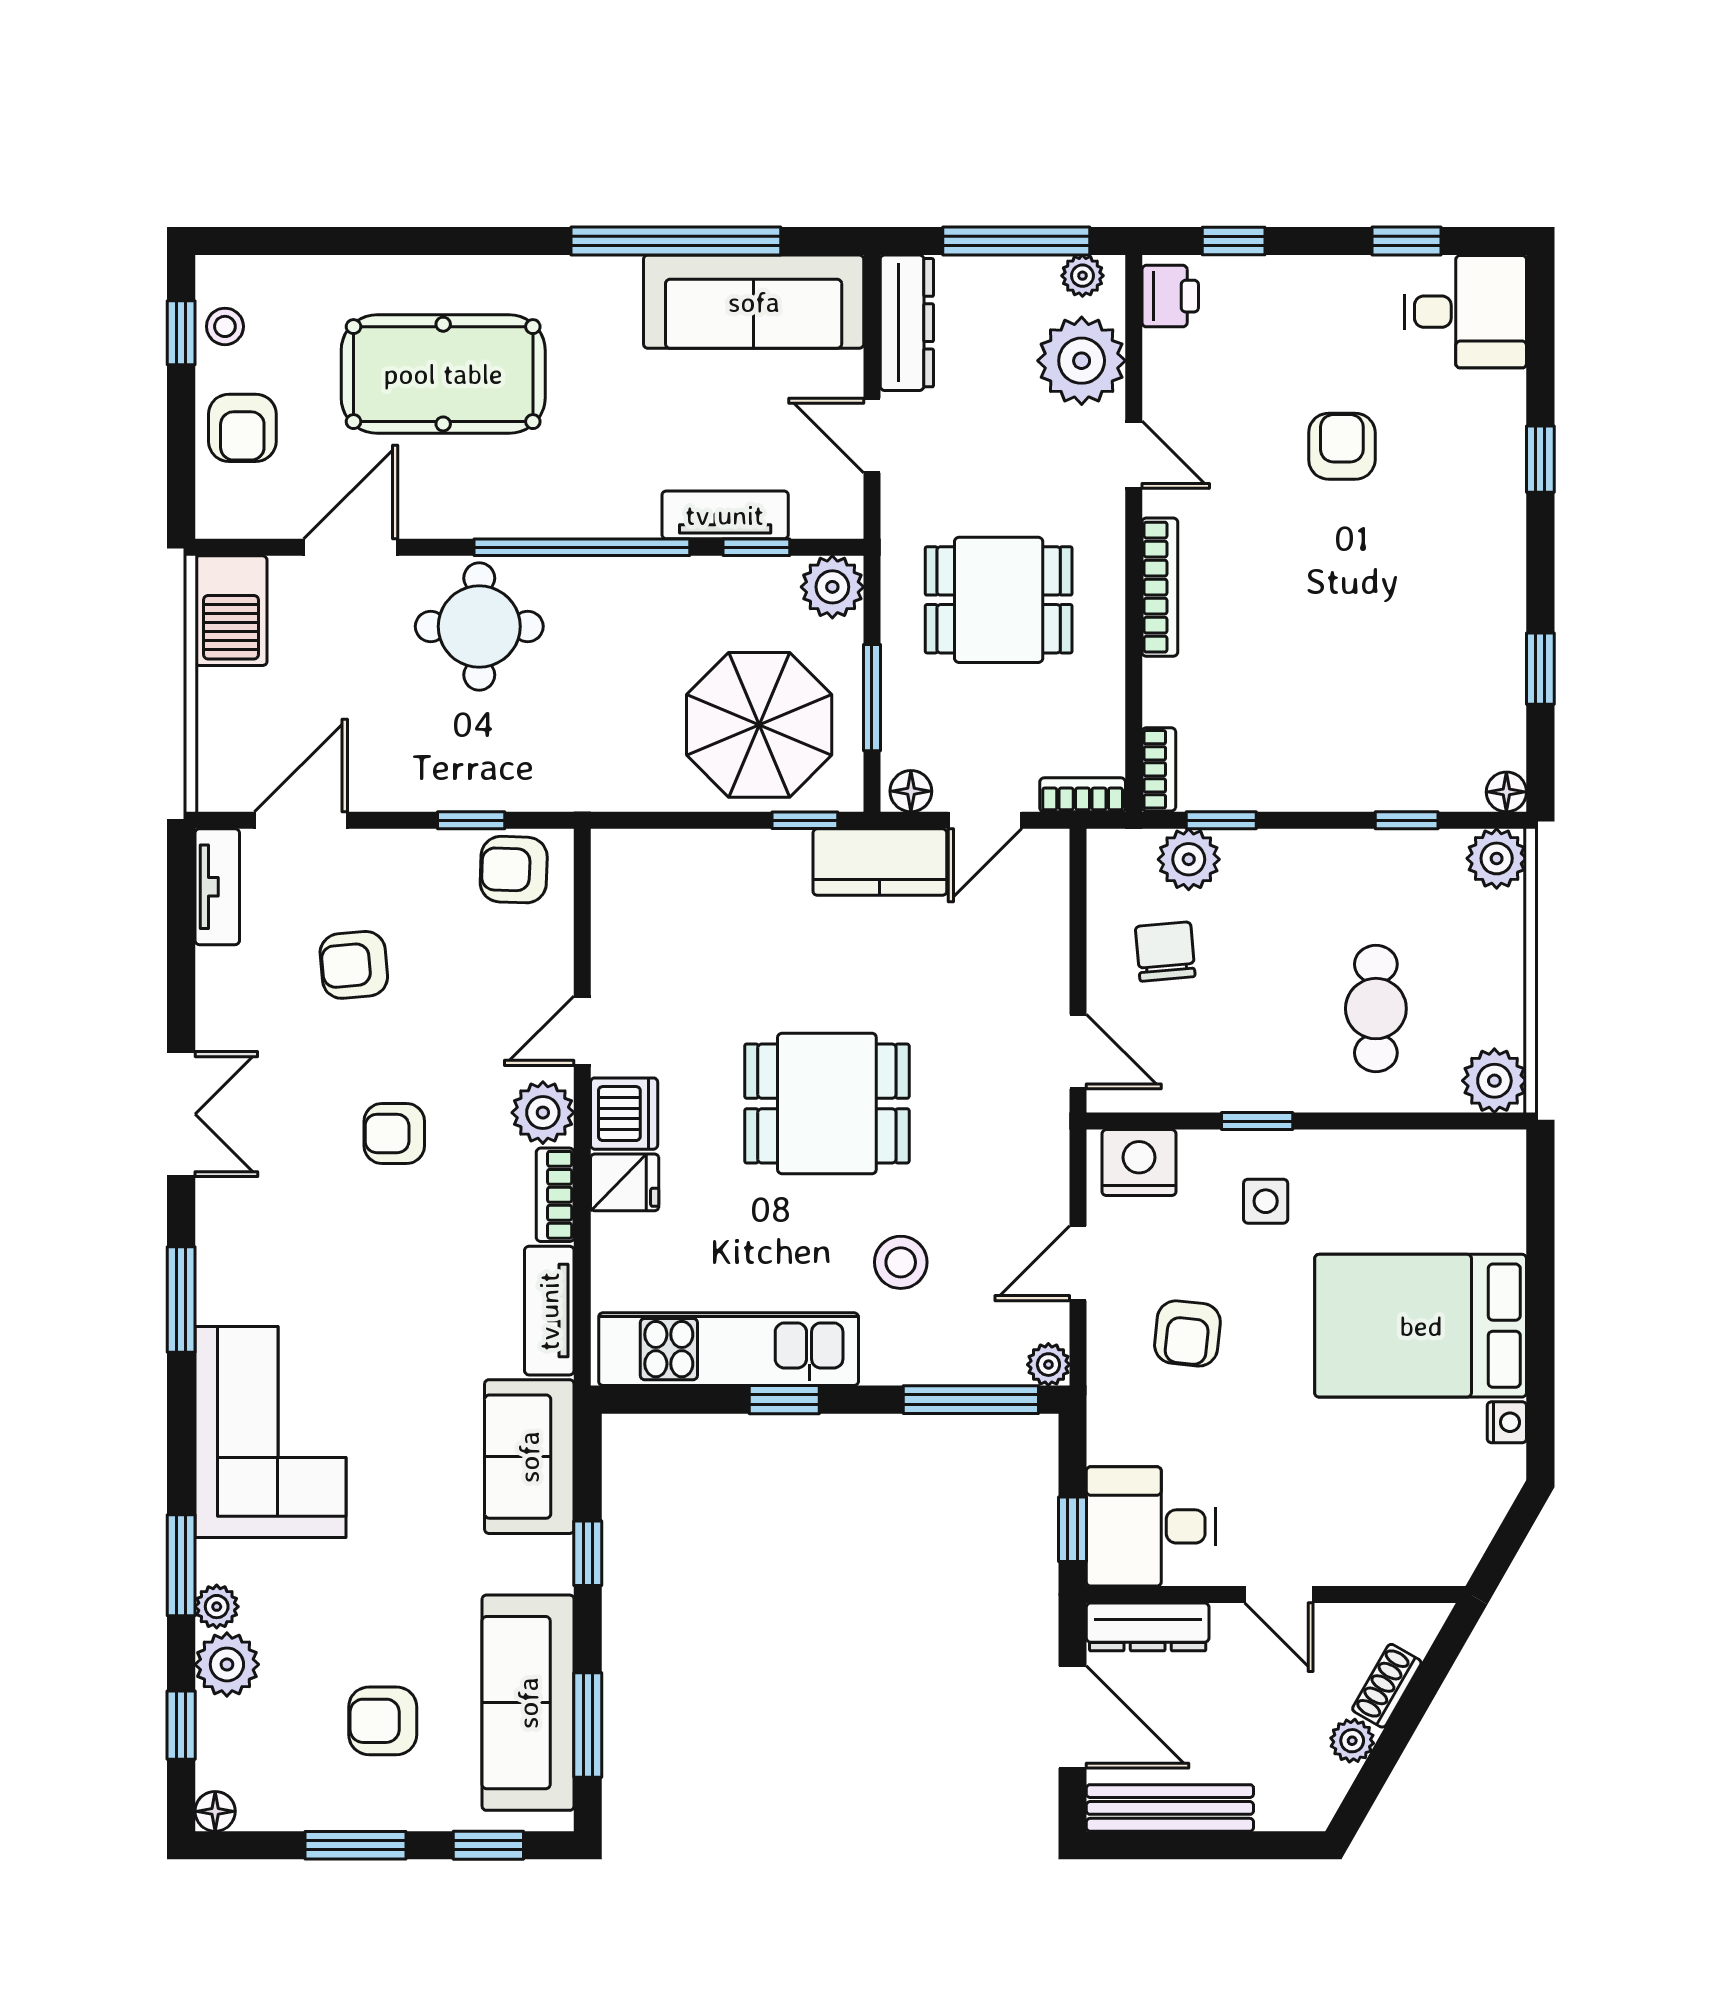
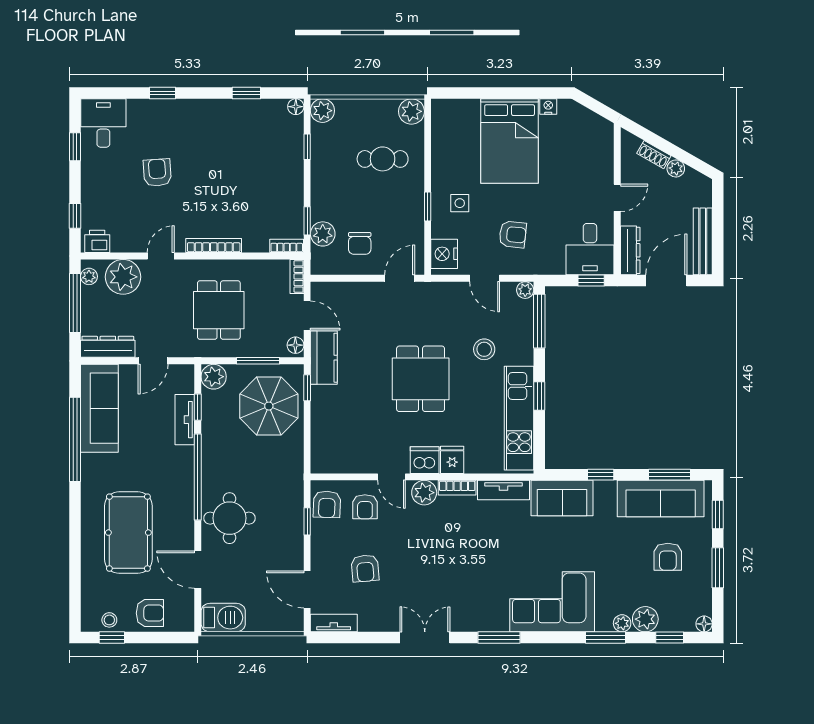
armchair: (1342, 446) -> (157, 173), turned 86
chair: (1165, 952) -> (360, 243), turned -85
armchair: (394, 1133) -> (365, 507), moved

